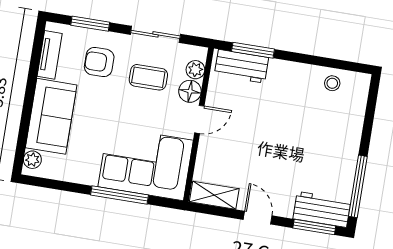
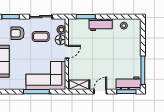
workbench: (241, 66) -> (101, 25), moved
door: (258, 218) -> (100, 92), hinge flipped

